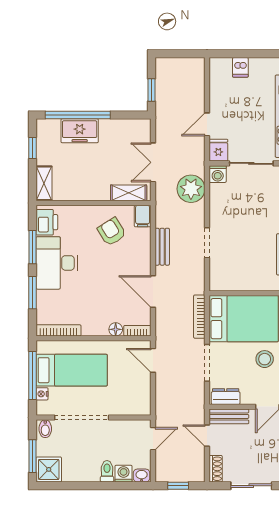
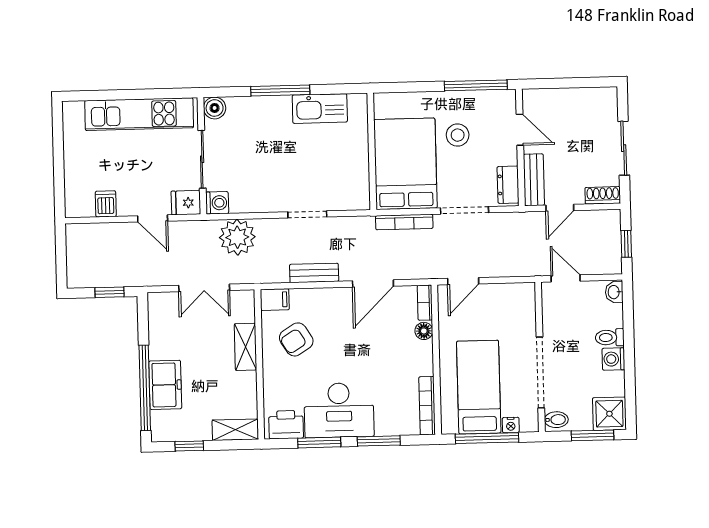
dishwasher: (240, 67) -> (106, 204), moved, turned -90
shelving: (129, 193) -> (245, 347), moved
washing machine: (124, 474) -> (613, 359), moved

